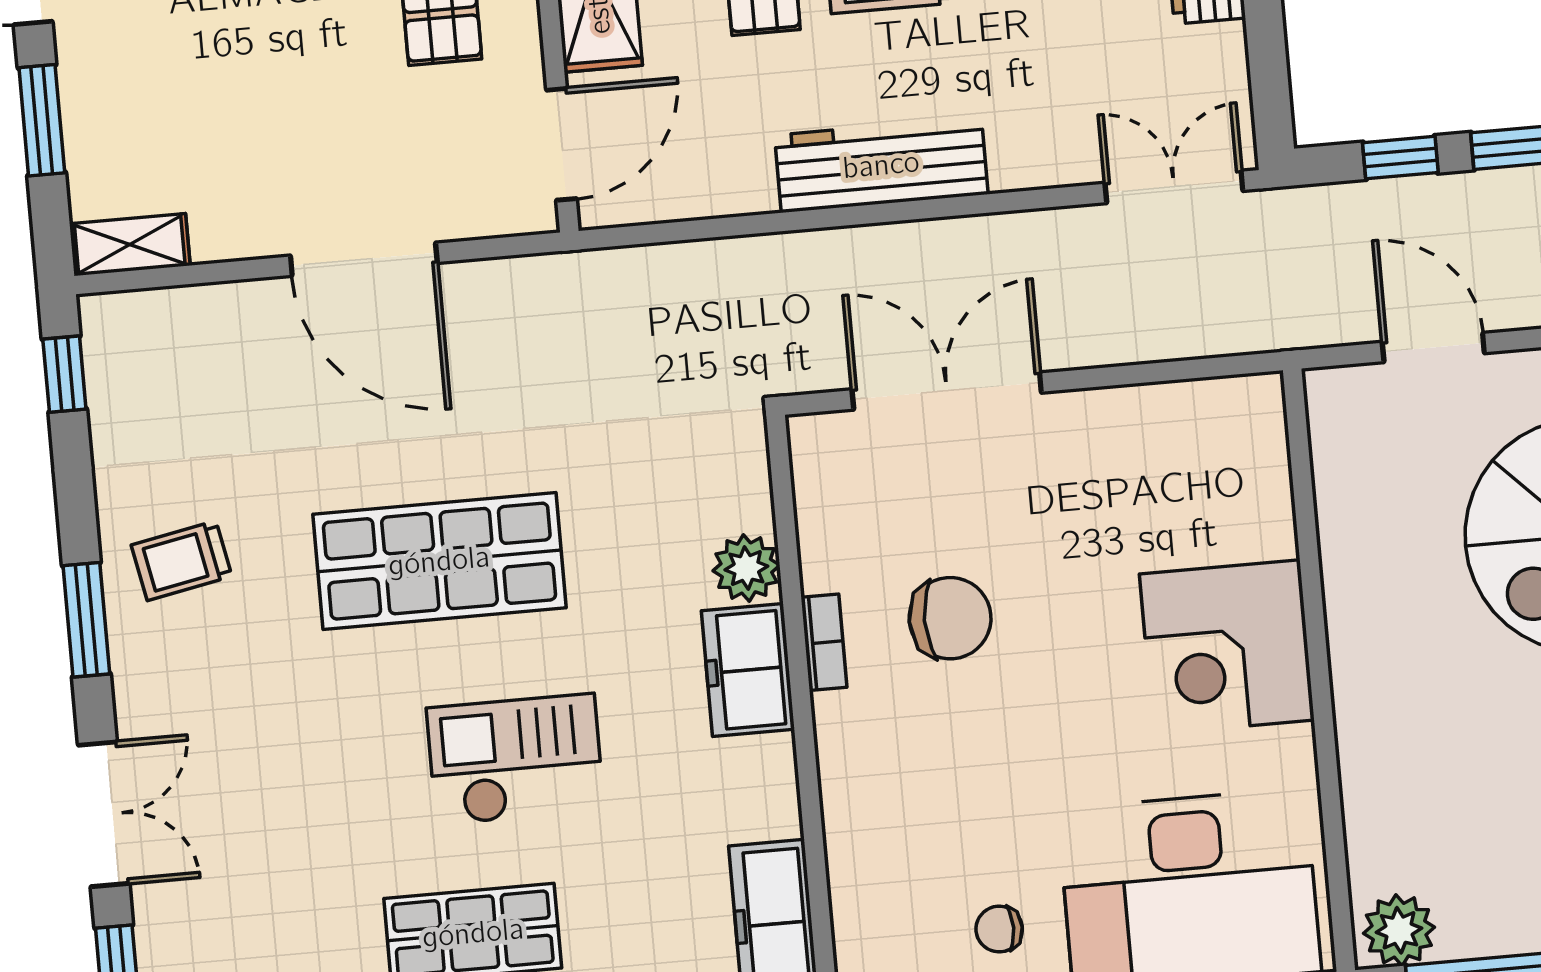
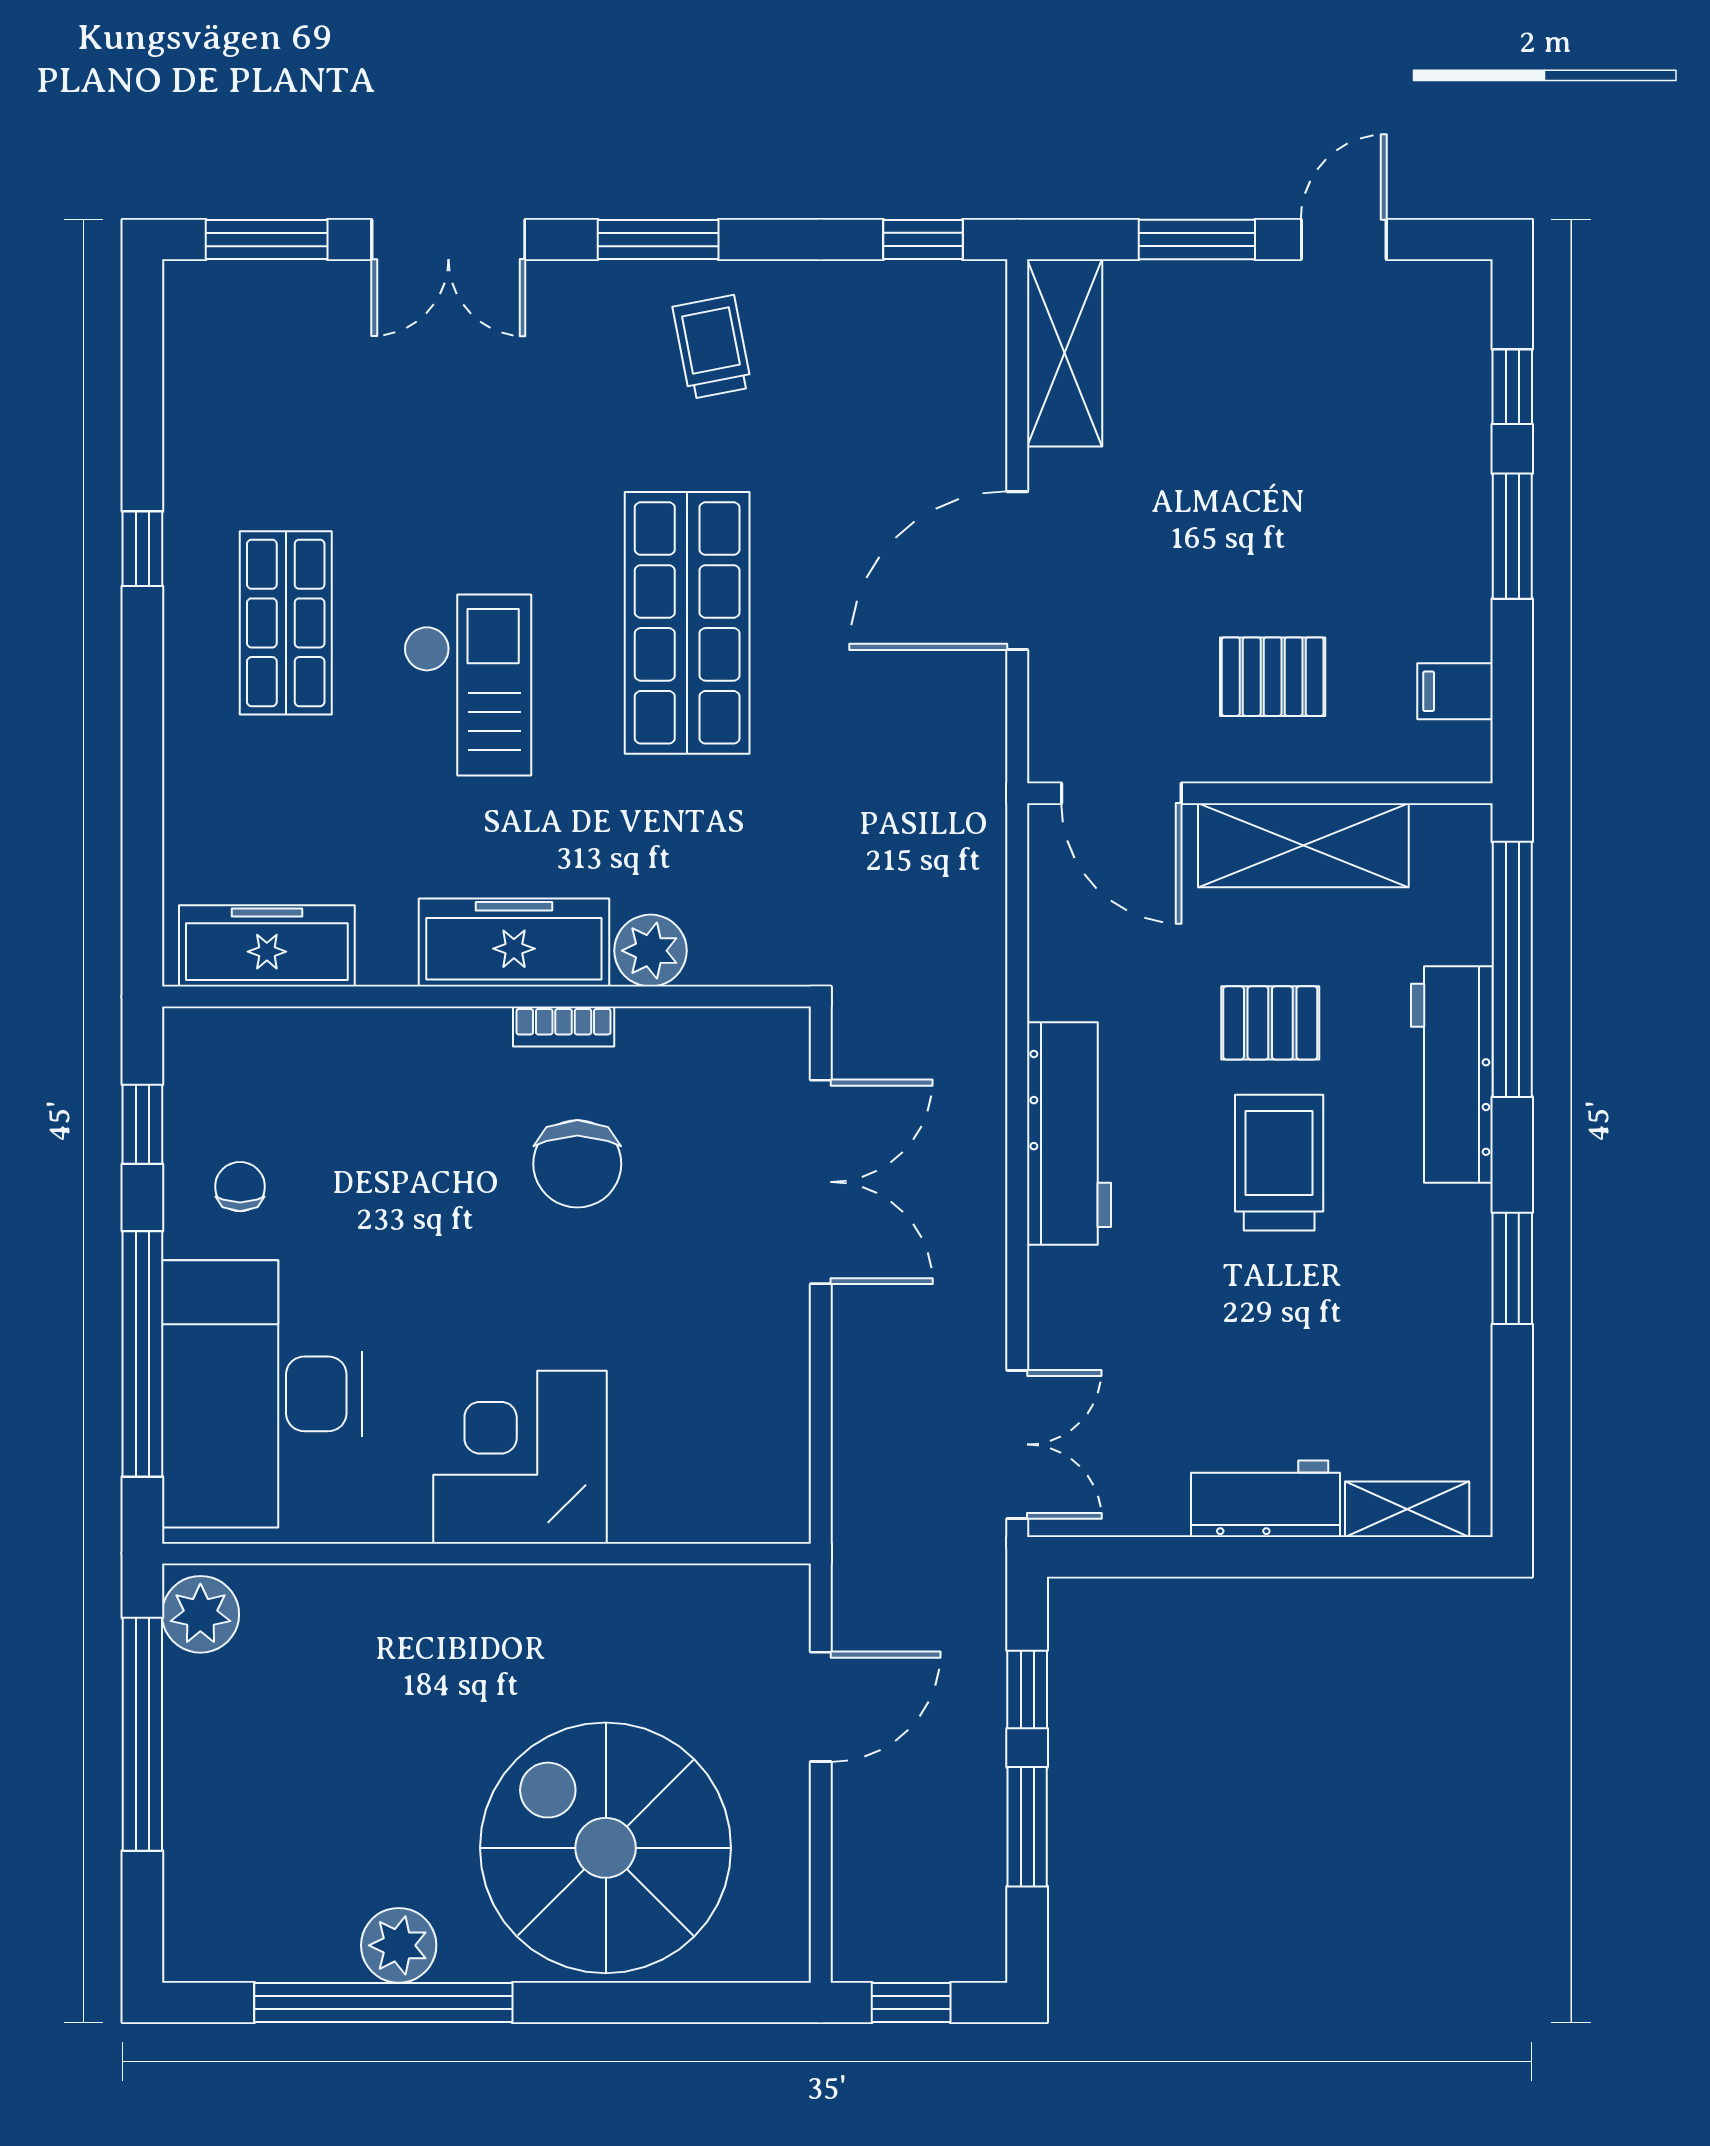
shelving: (130, 245) -> (1065, 353), width x1.50, depth x1.33
freezer: (748, 670) -> (514, 943), width x1.40

